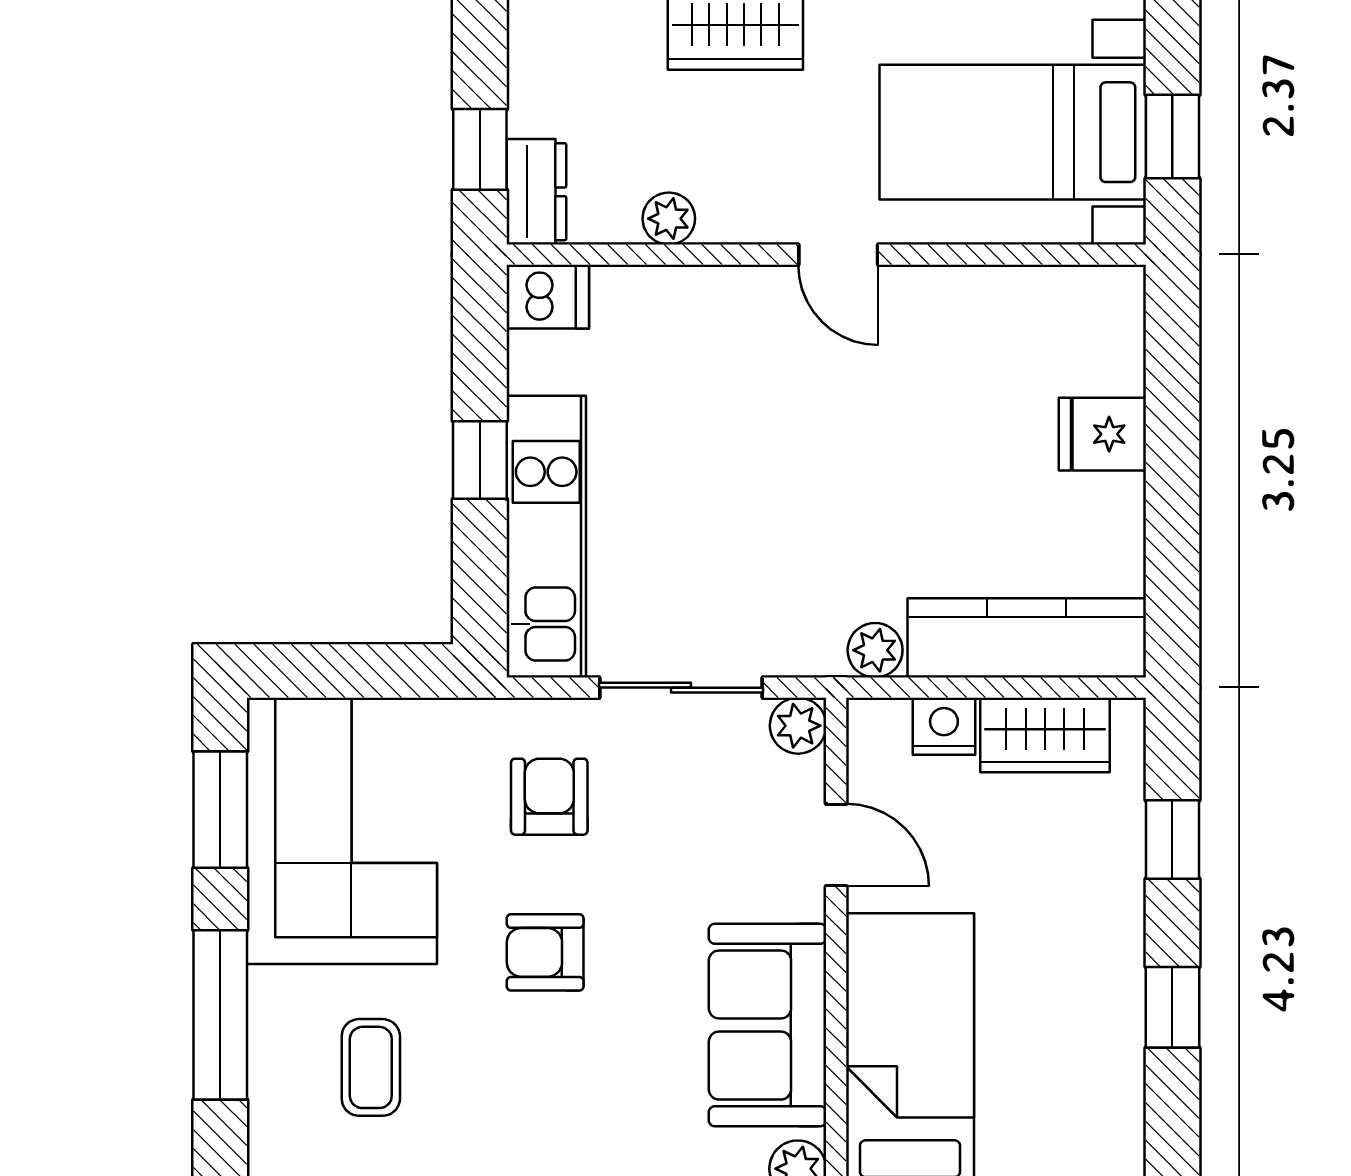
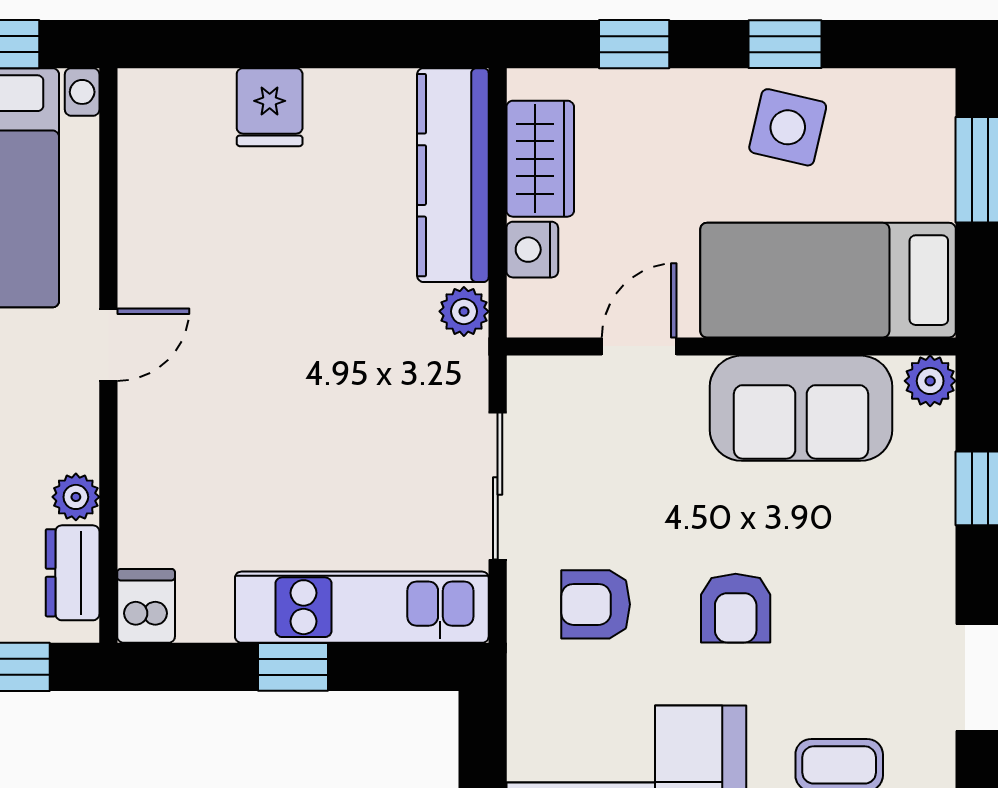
dresser: (536, 192) -> (73, 573), moved, turned -90
plant: (798, 726) -> (532, 381), removed
side table: (1080, 1010) -> (788, 127), added

